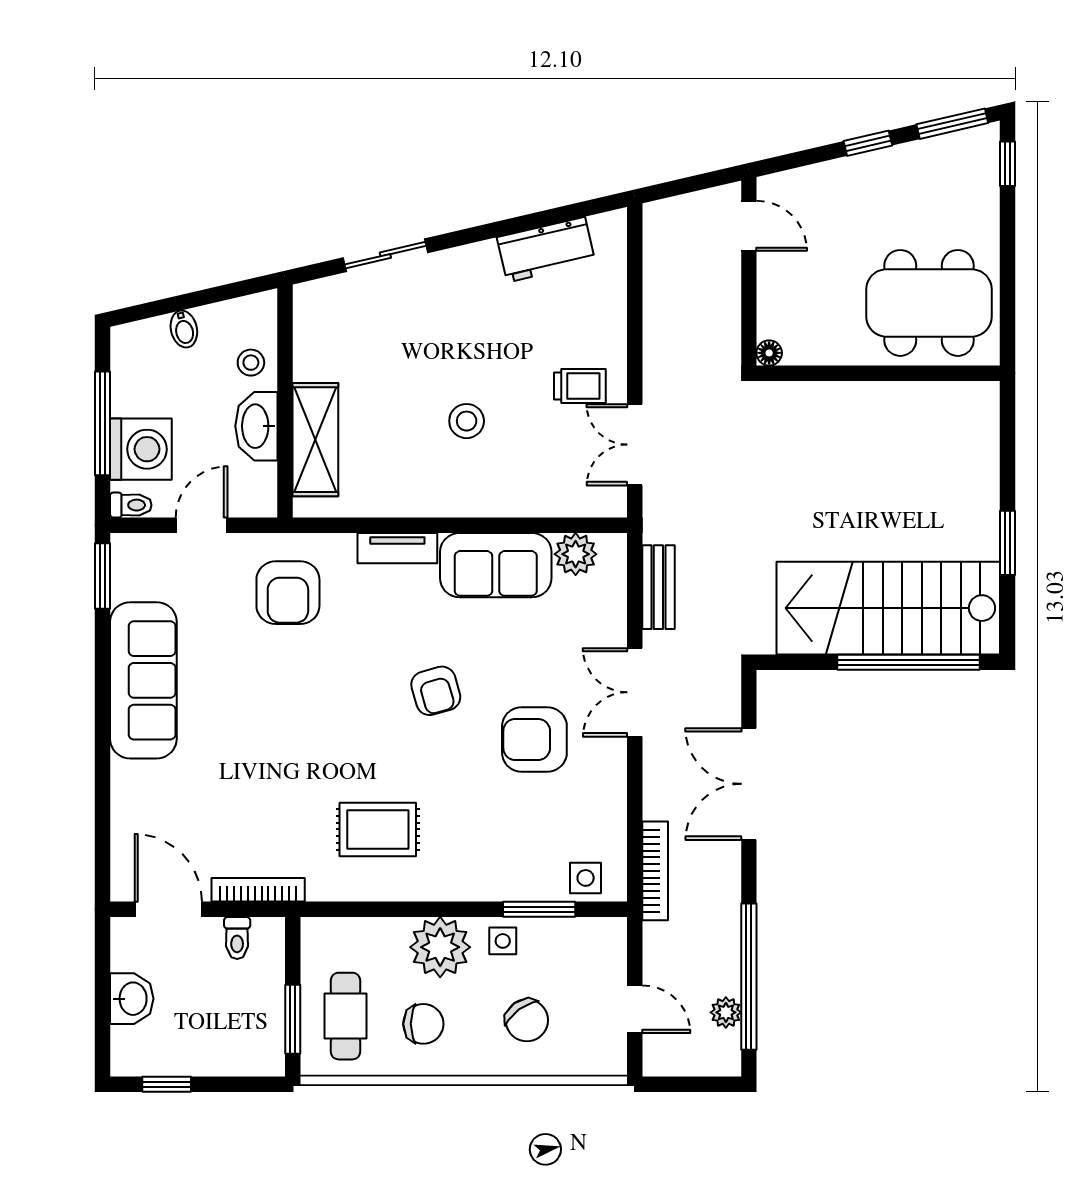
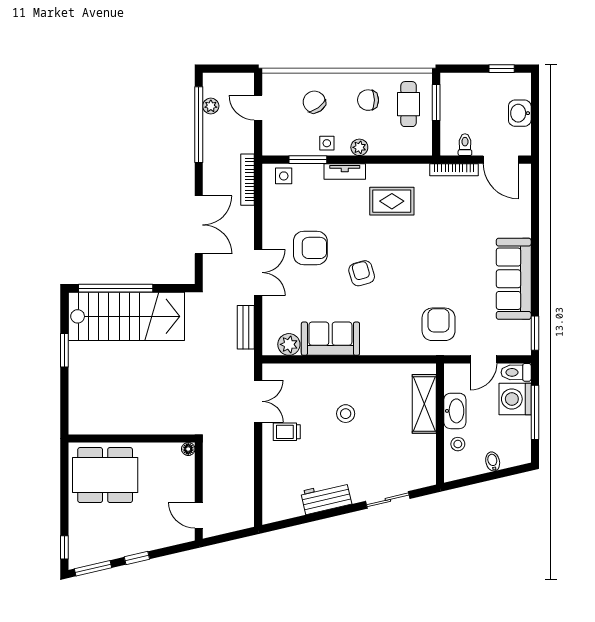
workbench: (546, 250) -> (326, 498), moved
toilet: (131, 505) -> (516, 372), width x1.37, depth x1.39
tv unit: (397, 548) -> (345, 171), moved, turned 180
plant: (440, 947) -> (359, 147), width x0.53, depth x0.53

